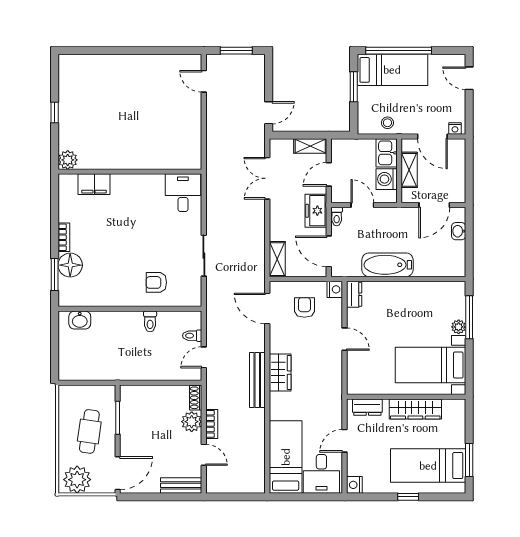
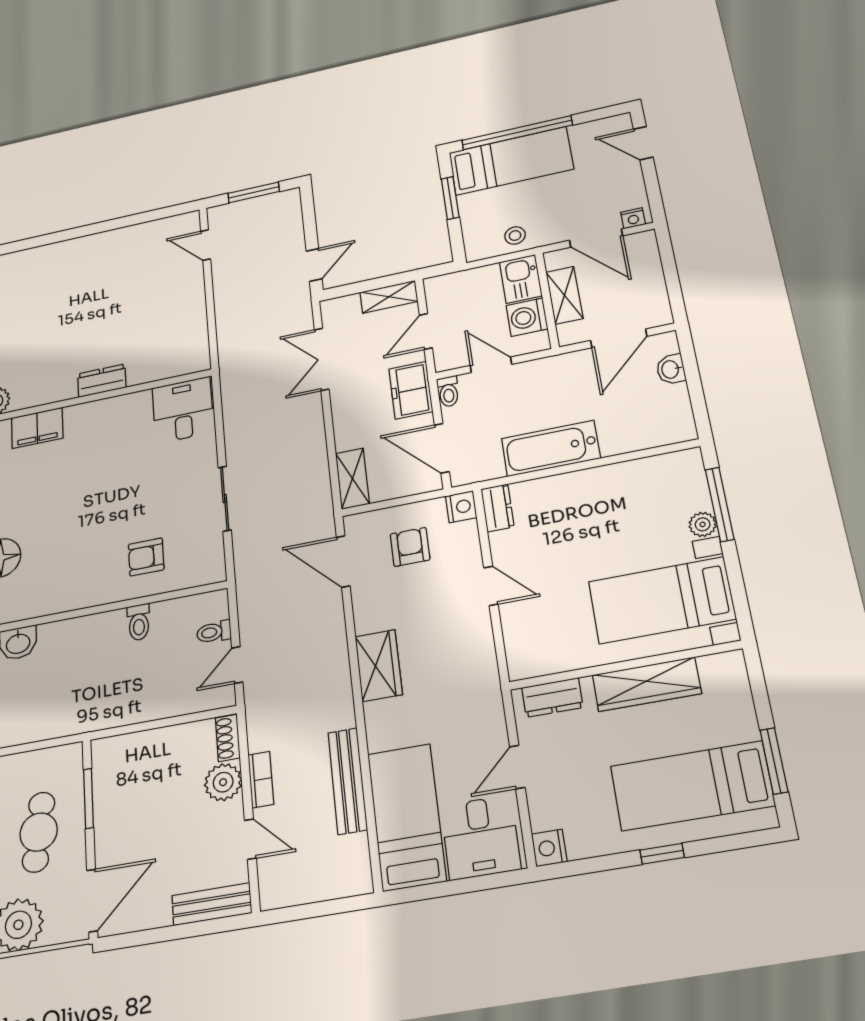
dresser: (135, 161) -> (102, 381), added
bench: (257, 380) -> (348, 781), moved

